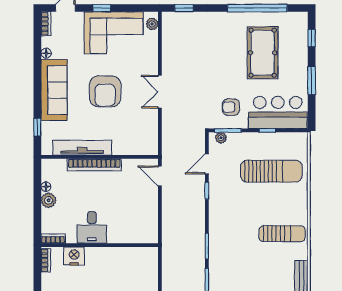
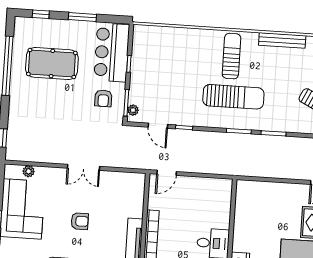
plant: (152, 24) -> (29, 171), moved
armchair: (105, 91) -> (80, 221), width x0.53, depth x0.53
sun lounger: (271, 171) -> (233, 97), moved, turned 90

